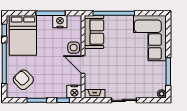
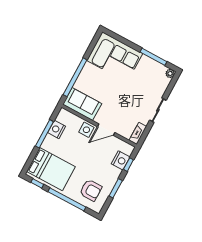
armchair: (23, 80) -> (91, 190), turned -137
nightstand: (74, 92) -> (121, 160), moved

